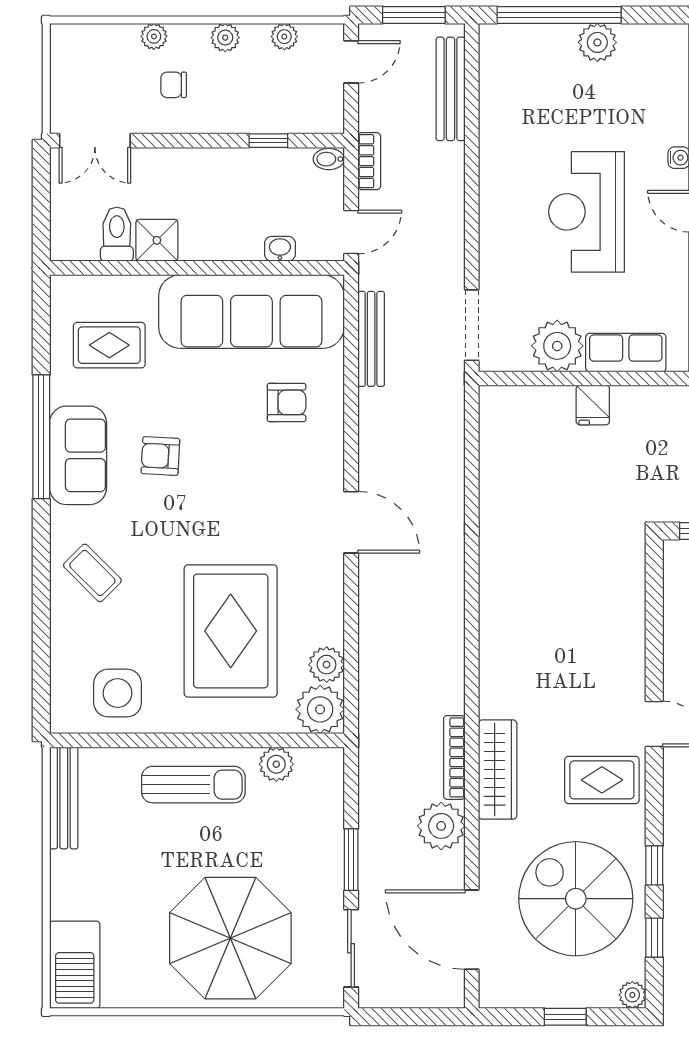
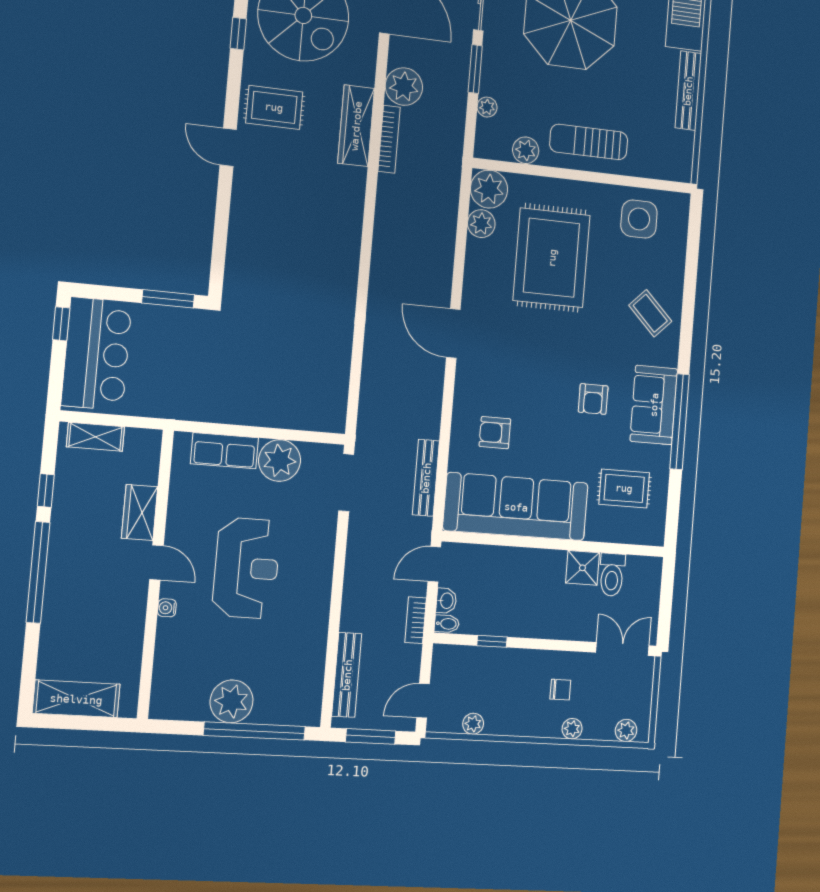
plant: (225, 38) -> (626, 730), moved
plant: (597, 42) -> (232, 701), width x1.36, depth x1.36
washbasin: (280, 249) -> (446, 601), moved, turned -90
fridge: (593, 405) -> (255, 410), removed
armchair: (160, 456) -> (593, 399), turned 87
bench: (64, 798) -> (688, 91), moved
plant: (332, 813) -> (487, 107), added

